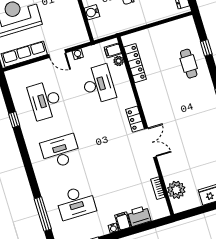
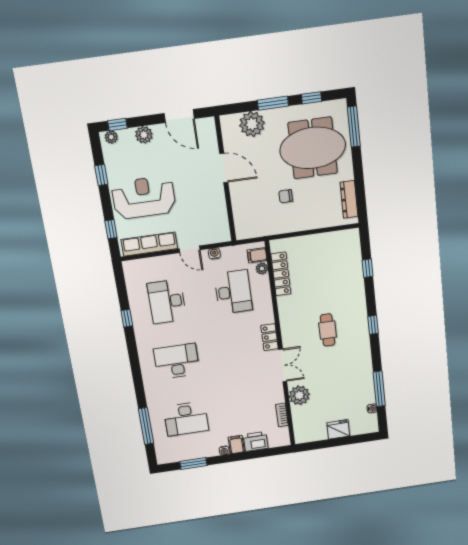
water cooler: (92, 12) -> (239, 206), removed
cafe table: (189, 64) -> (328, 330), moved
plant: (176, 190) -> (299, 395), moved

